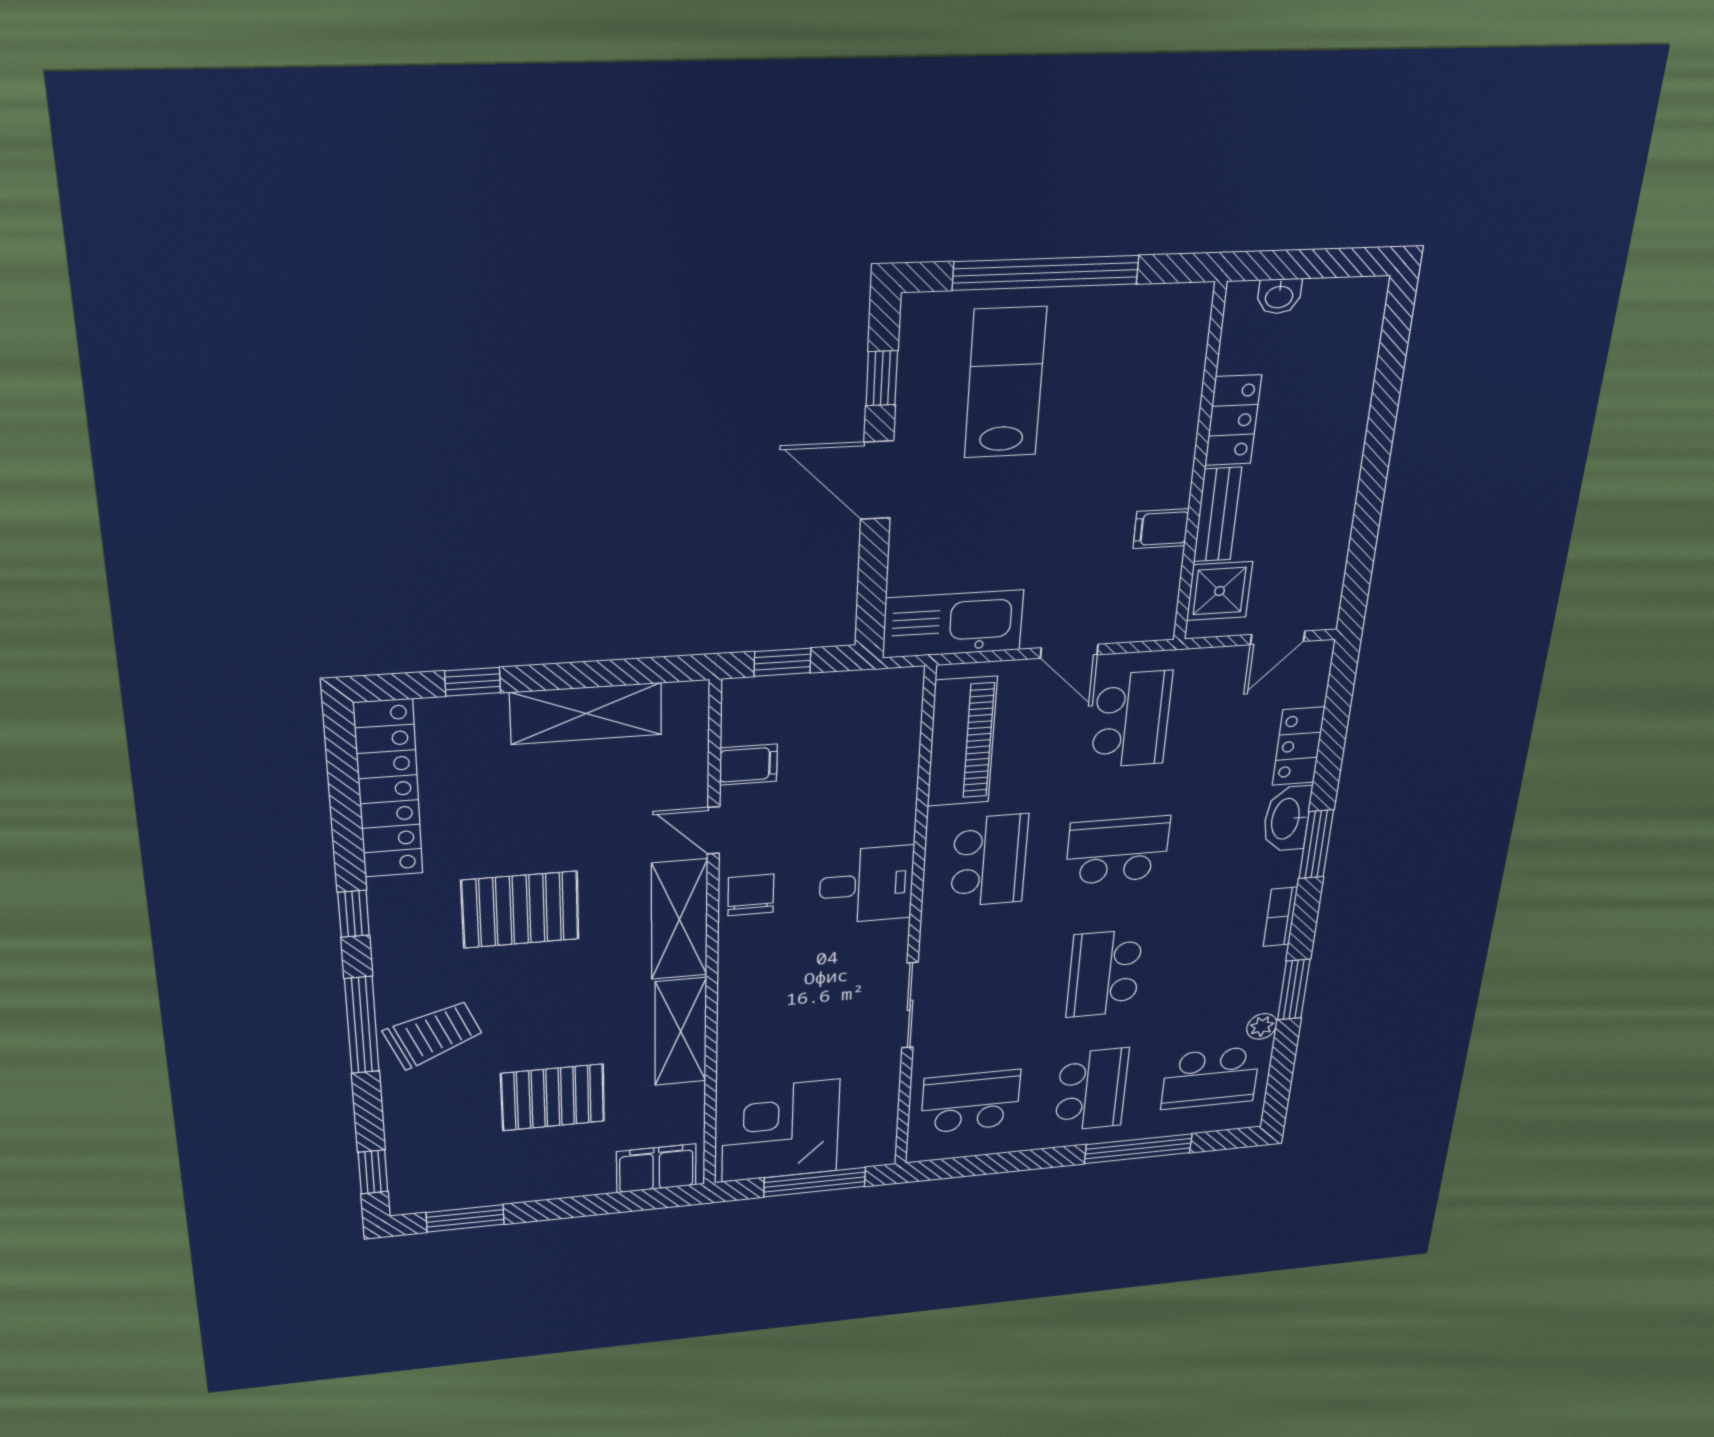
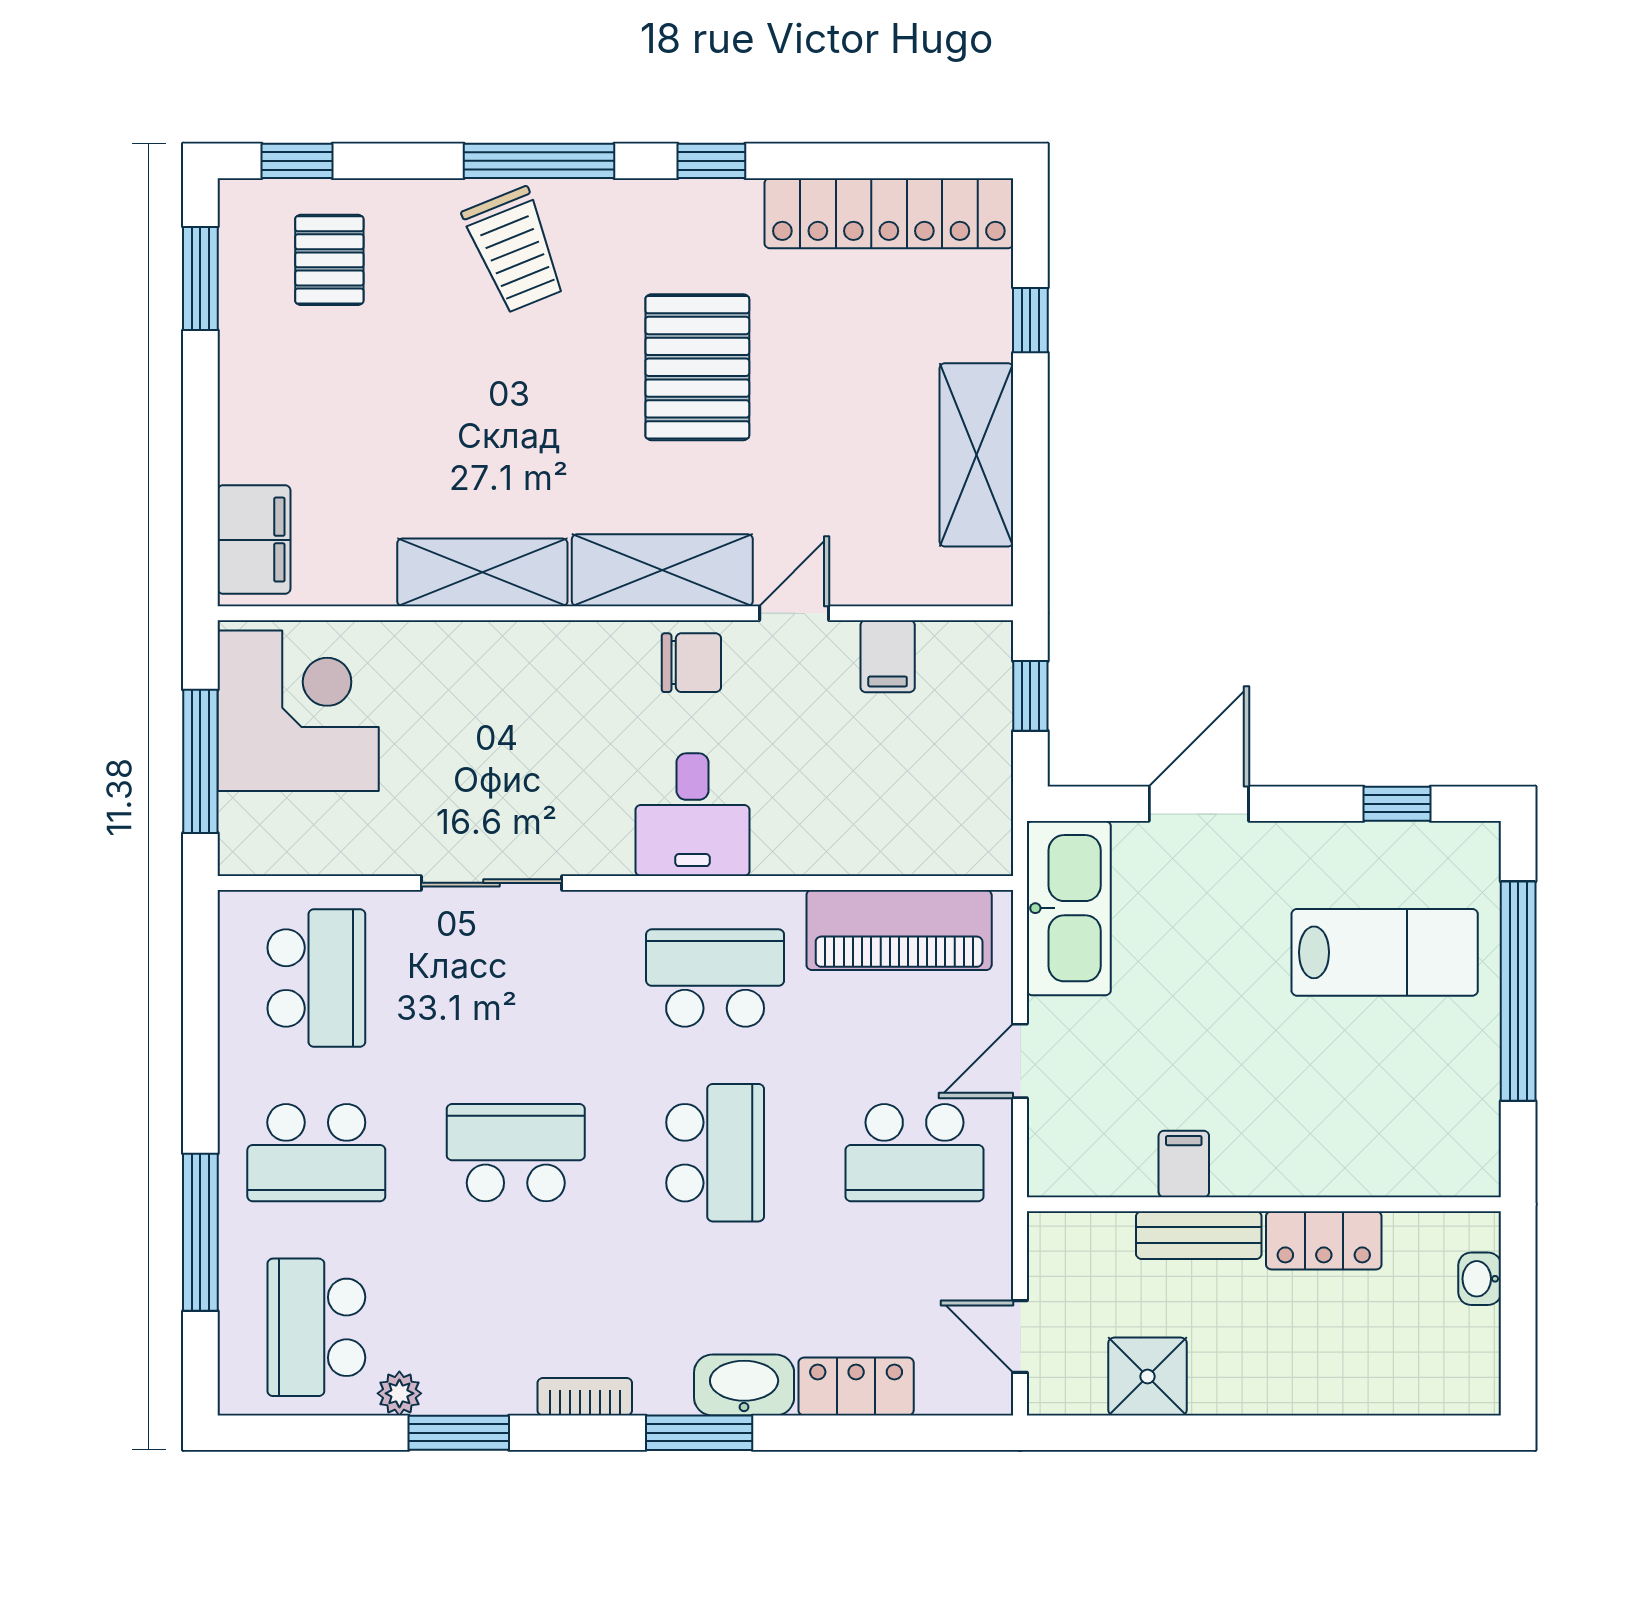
door: (877, 480) -> (1199, 804), moved
shower: (1220, 591) -> (1148, 1377), moved
school desk: (989, 861) -> (715, 978), turned 180
pallet: (553, 1097) -> (329, 260), moved, width x0.67, depth x0.71

